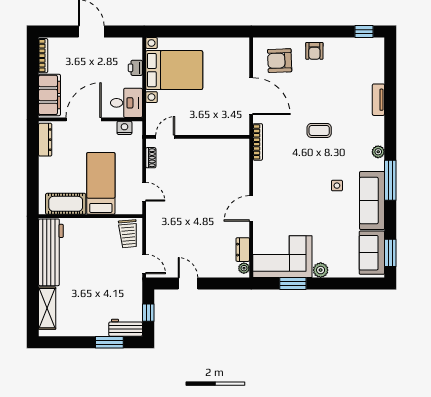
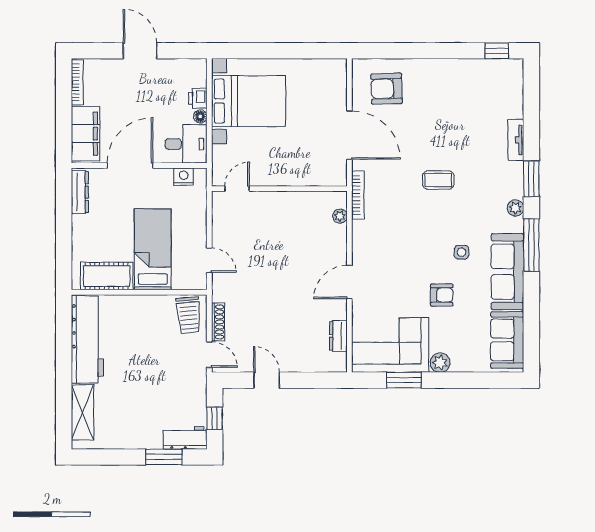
armchair: (314, 51) -> (442, 295), moved, turned -90
floor lamp: (137, 82) -> (200, 116), added
shoe rack: (151, 158) -> (218, 322), moved, width x1.43
window: (390, 253) -> (531, 179), moved
plant: (244, 268) -> (340, 216), moved

